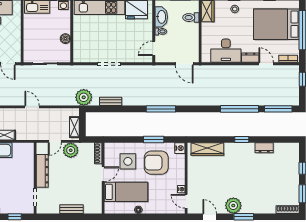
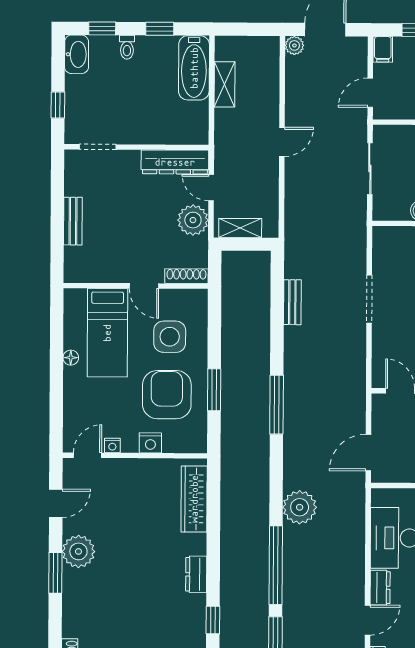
plant: (84, 97) -> (300, 507), moved
window: (242, 139) -> (213, 620), moved
nightstand: (180, 148) -> (150, 443), moved
dresser: (264, 148) -> (196, 574), moved
dresser: (42, 171) -> (175, 162), moved

